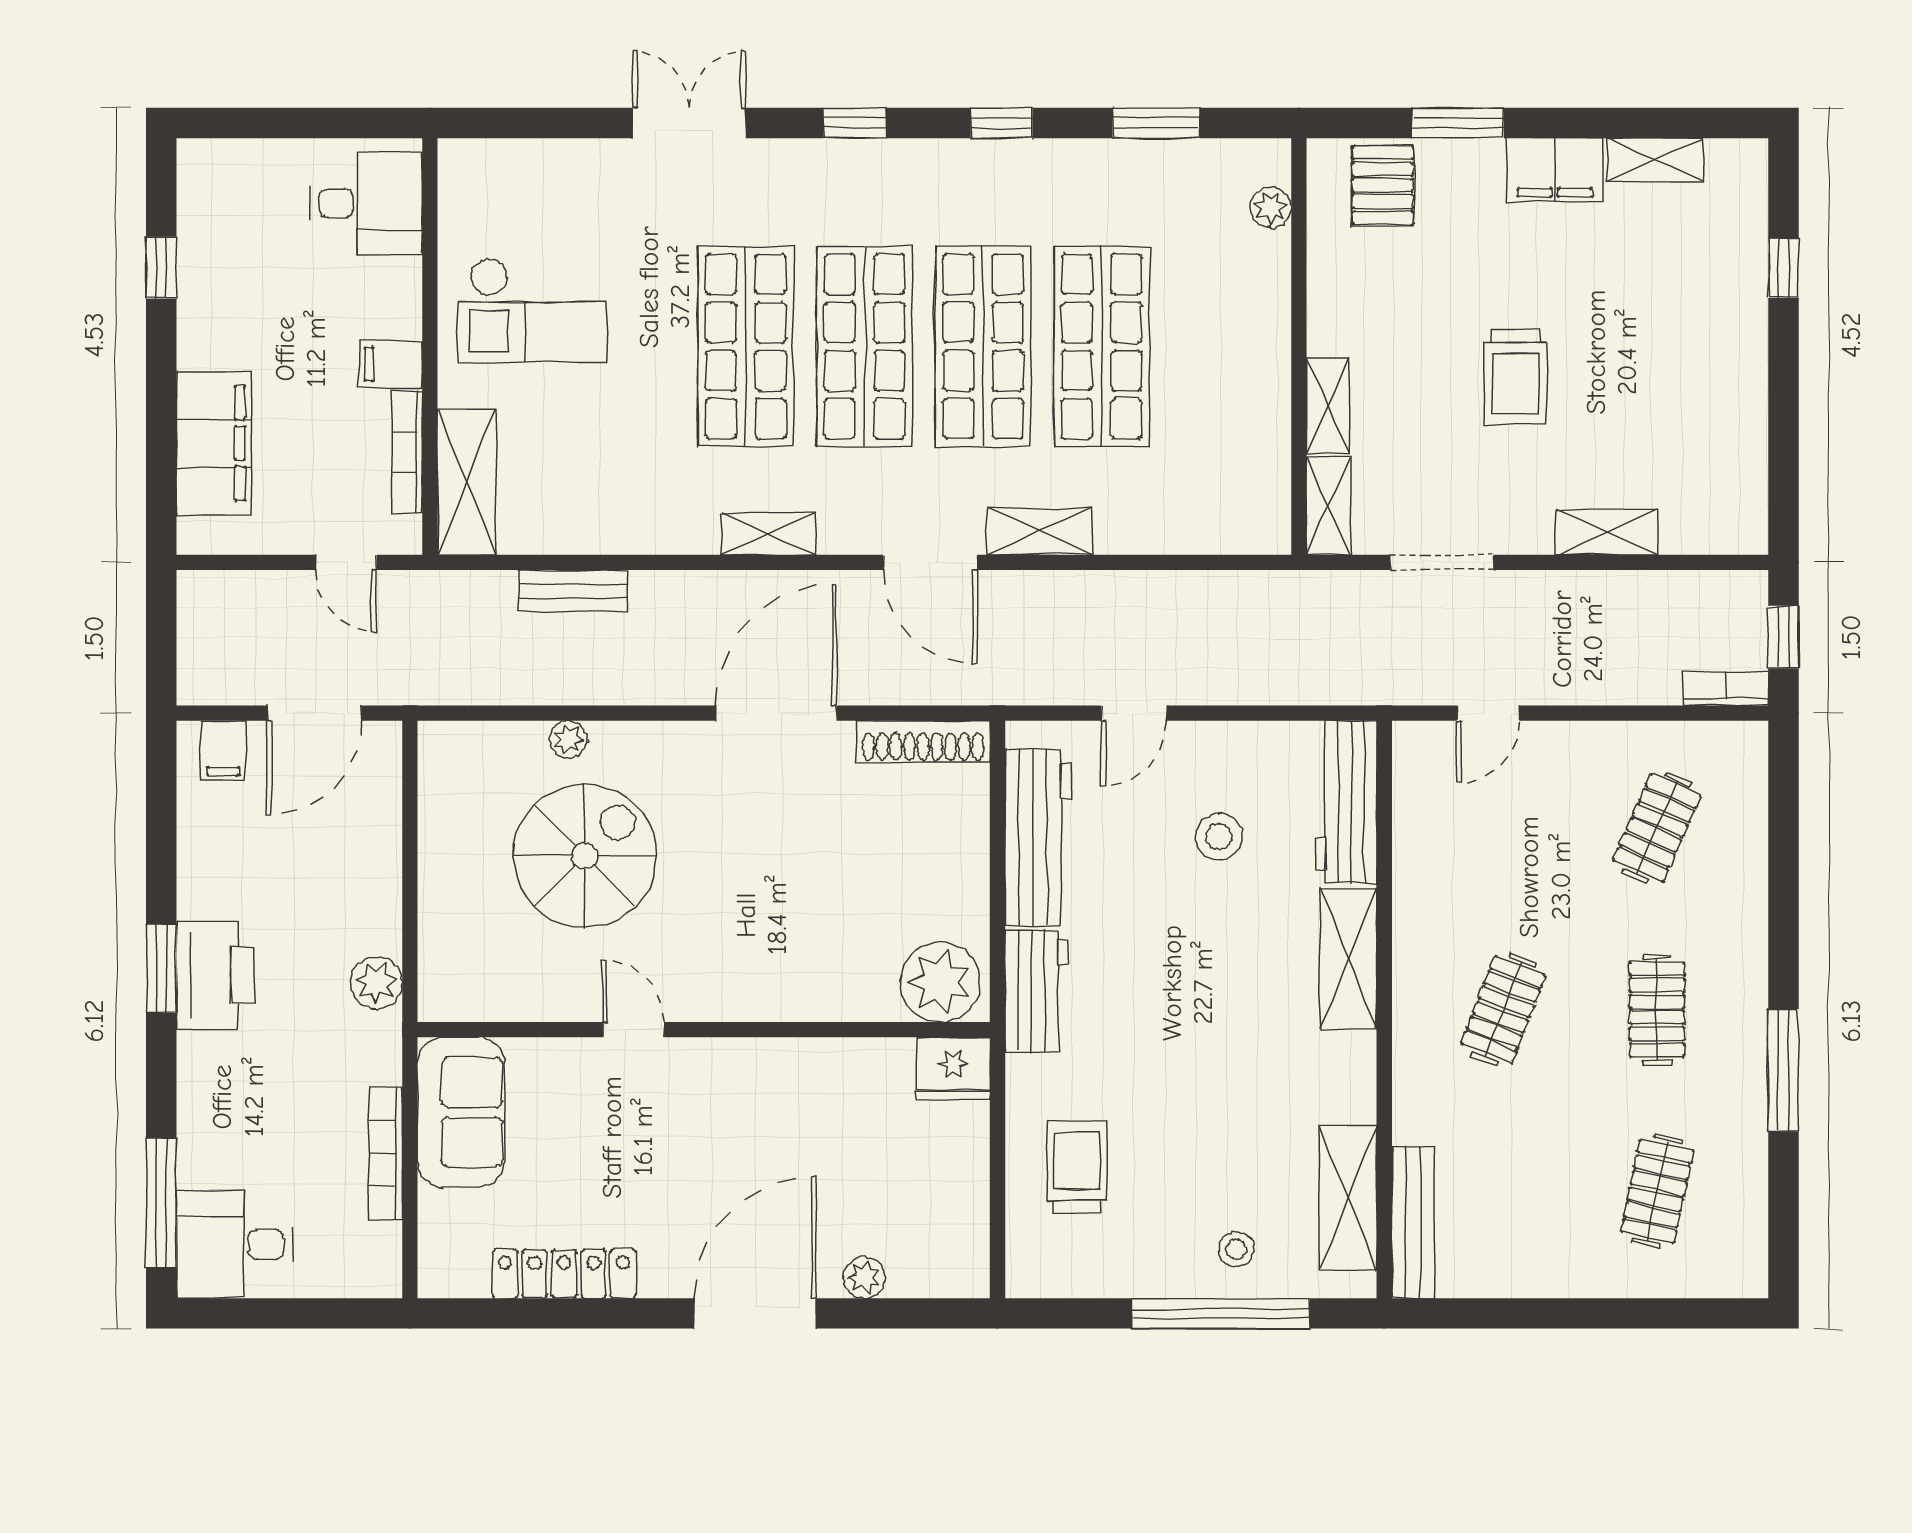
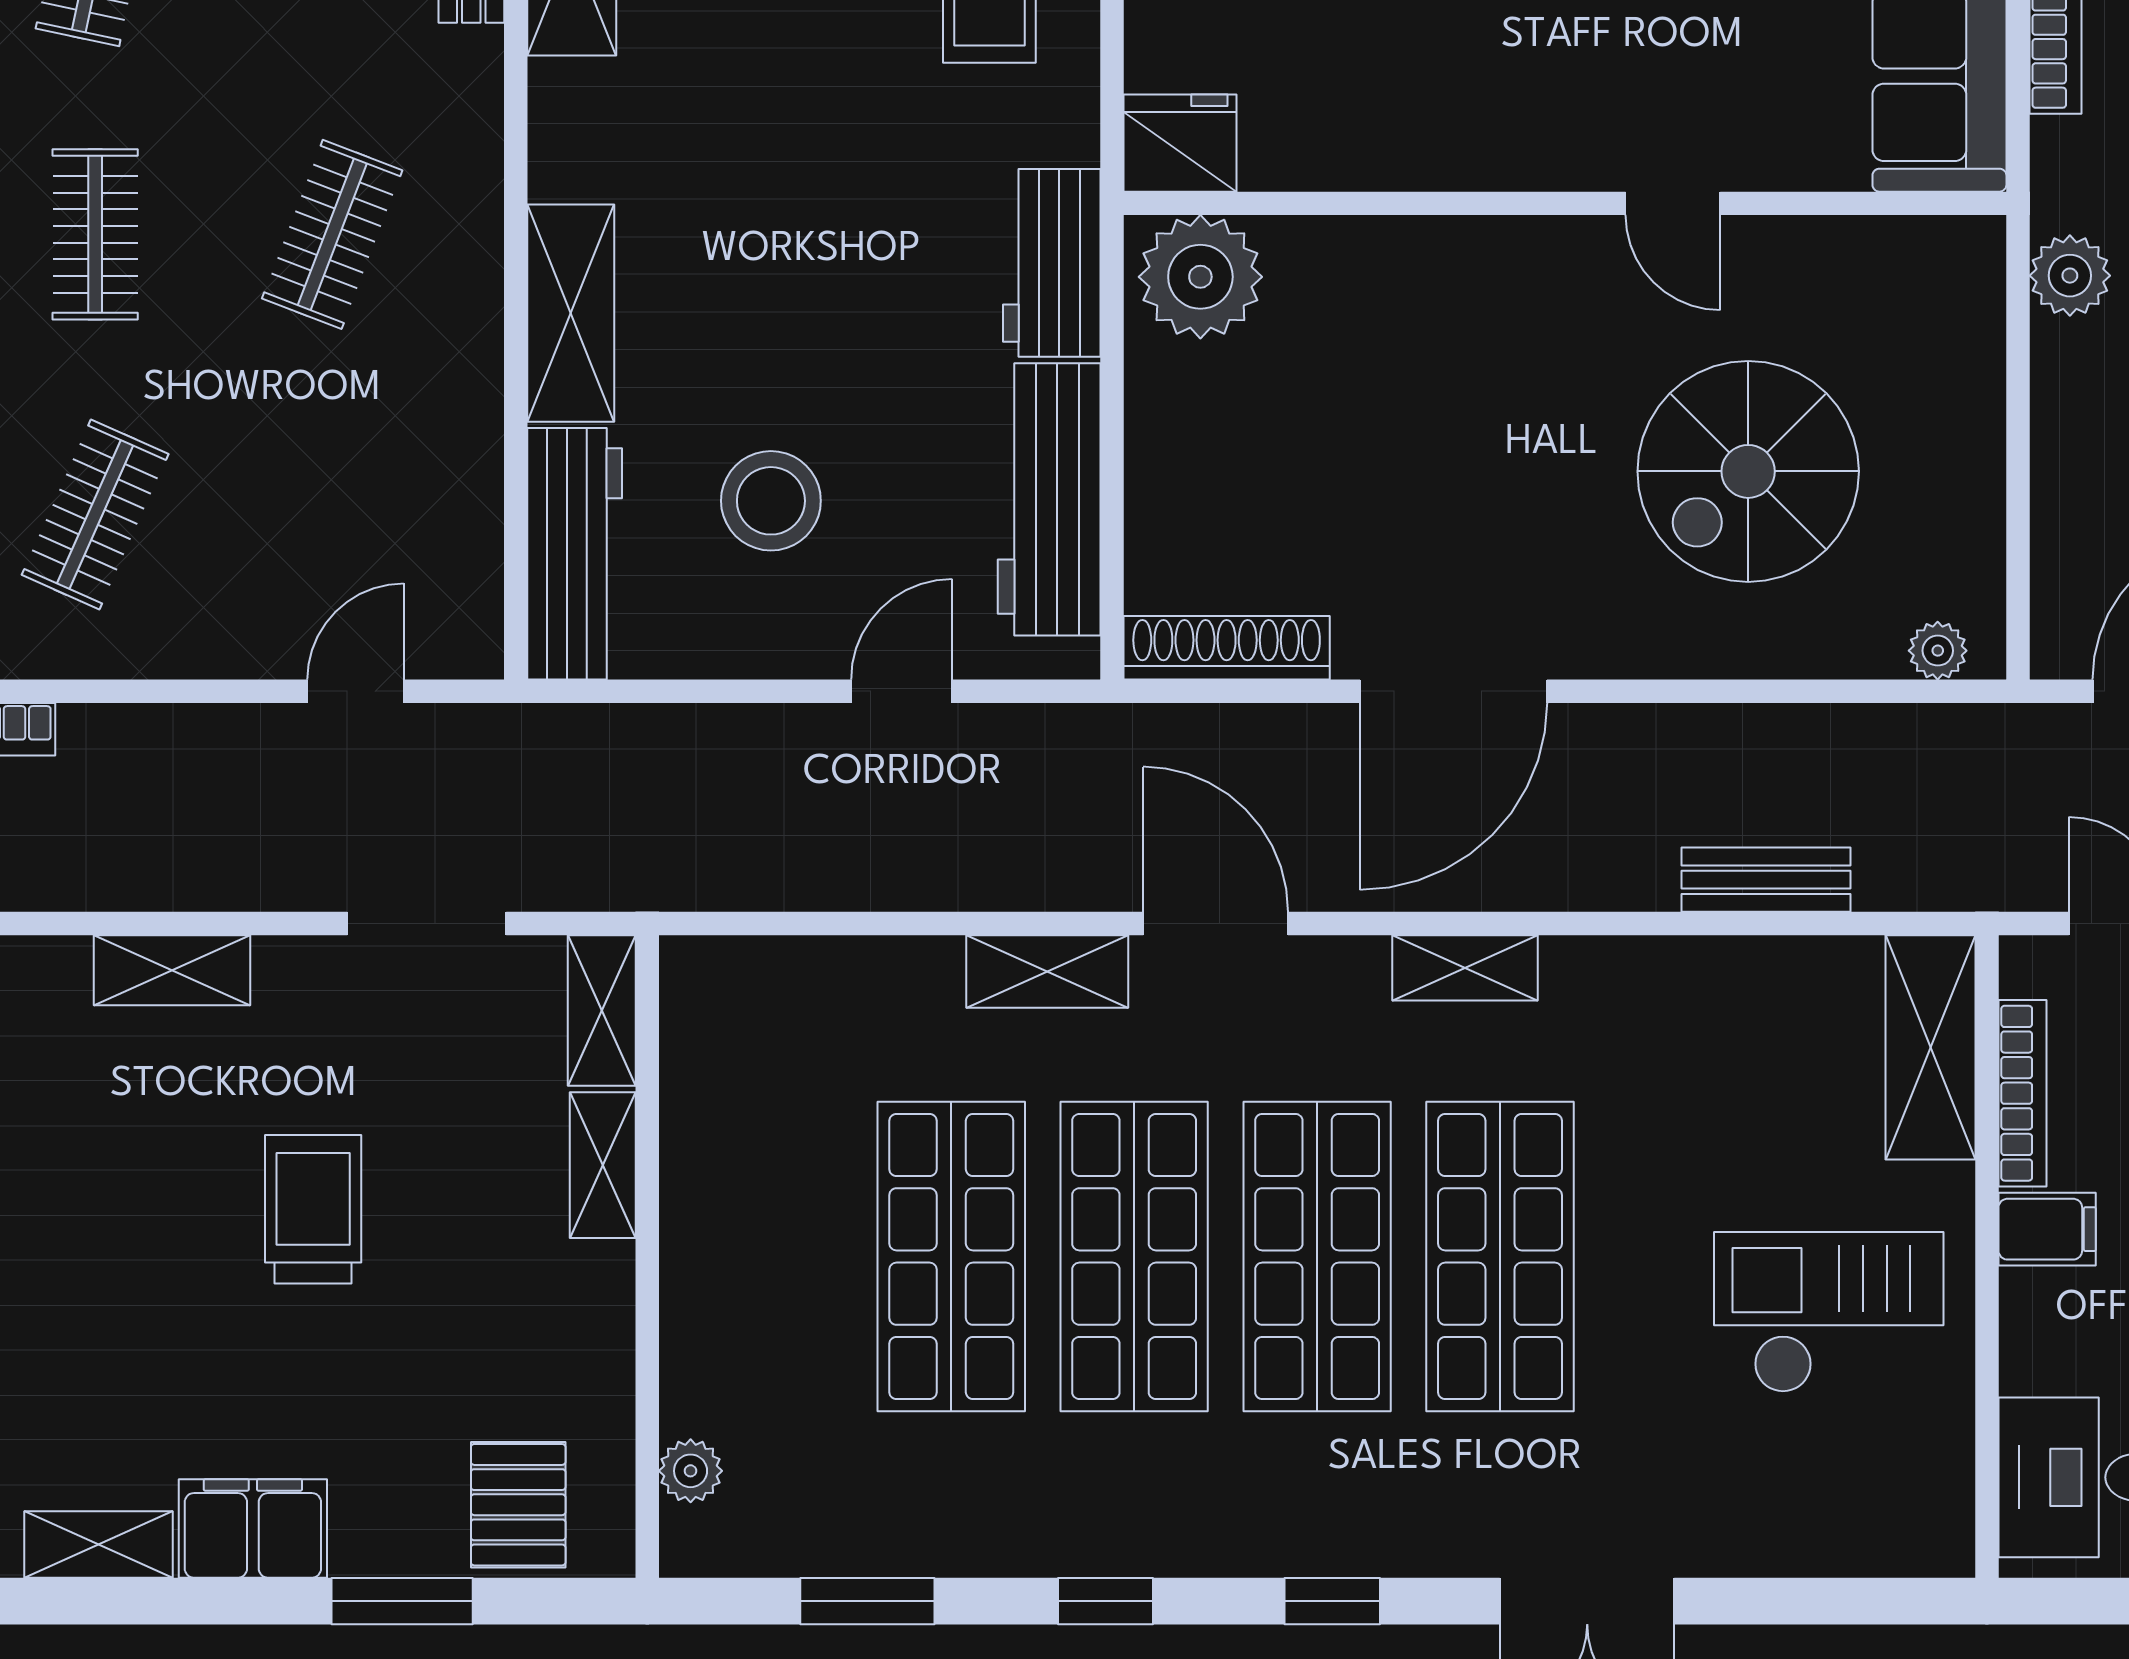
plant: (568, 739) -> (1938, 651), moved
stool: (1219, 837) -> (771, 501), width x1.38, depth x1.38

